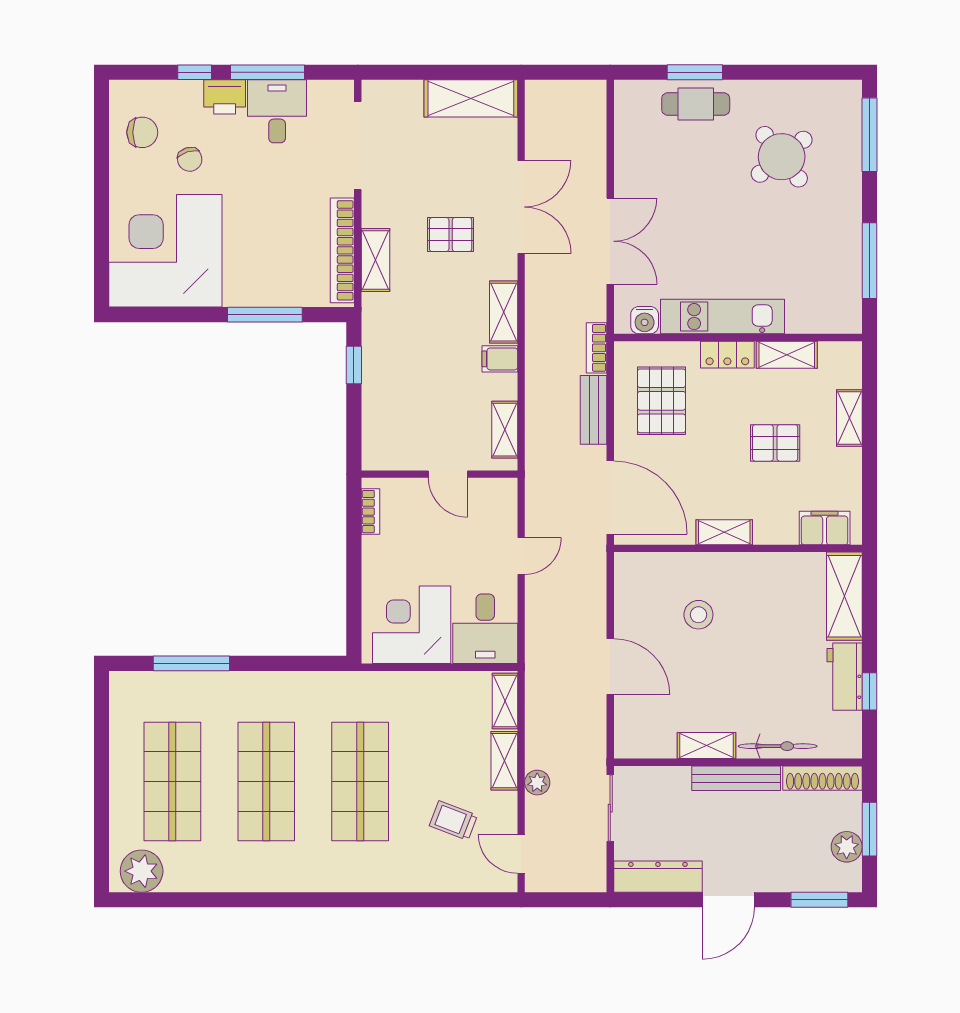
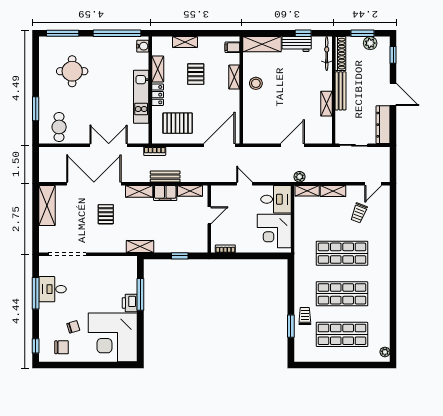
window: (195, 72) -> (36, 346), moved
printer: (225, 97) -> (130, 303), moved, turned 180
cafe table: (696, 104) -> (59, 127), moved
chair: (142, 132) -> (62, 347), turned 90
round table: (782, 157) -> (72, 71), turned 38
double door: (521, 207) -> (94, 184), width x1.36
bookcase: (342, 250) -> (113, 261), removed
shelving: (376, 260) -> (140, 247), moved
window: (870, 261) -> (117, 33), width x1.46
water cooler: (645, 320) -> (143, 46), moved
filing cabinet: (500, 359) -> (165, 193), width x2.00
window: (354, 365) -> (180, 256), moved
bench: (594, 410) -> (165, 177), moved
filing cabinet: (825, 528) -> (232, 47), width x0.50
shelving: (724, 532) -> (234, 77), moved
stool: (698, 615) -> (256, 83), moved
window: (191, 663) -> (291, 326), width x0.69
trolley: (215, 696) -> (305, 316), added
bicycle: (778, 746) -> (327, 54), moved
plant: (537, 783) -> (299, 177), moved
plant: (142, 871) -> (385, 352), width x0.53, depth x0.53
window: (819, 900) -> (393, 55), width x0.67

